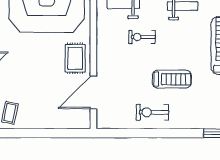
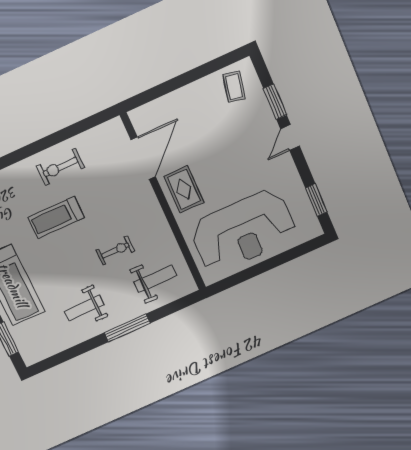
exercise bike: (152, 112) -> (60, 167), turned 180

